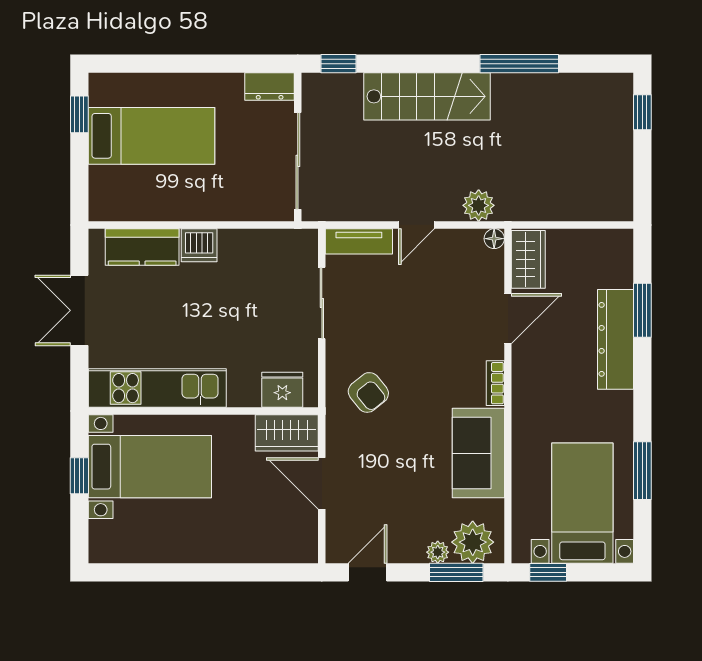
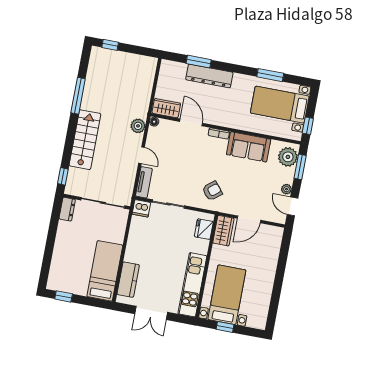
bed: (152, 136) -> (105, 271), moved
dishwasher: (199, 245) -> (141, 208), moved, turned 90
plant: (438, 552) -> (286, 189), moved

